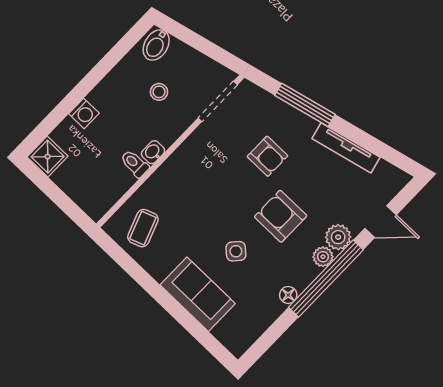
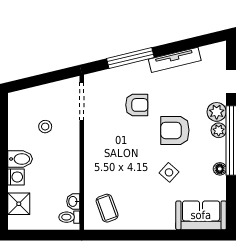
bidet: (156, 45) -> (20, 159), moved, turned -76
washbasin: (153, 152) -> (73, 201), moved
shower: (48, 157) -> (19, 204), moved
toilet: (135, 164) -> (69, 217), moved
sofa: (198, 294) -> (201, 215), moved

